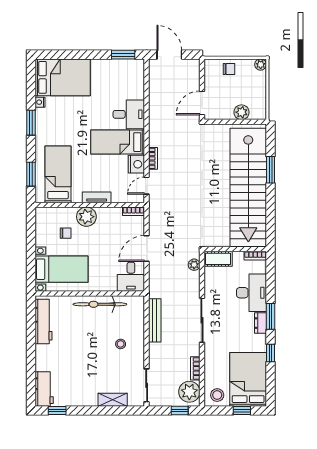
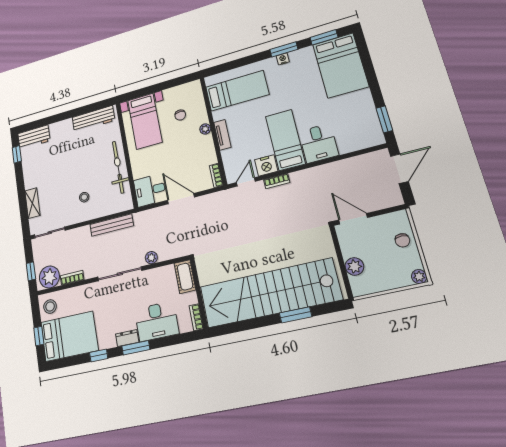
nightstand: (40, 102) -> (283, 59), moved
window: (31, 174) -> (324, 37), moved
door: (147, 186) -> (246, 182), hinge flipped
plant: (86, 217) -> (205, 129), width x0.53, depth x0.53
plant: (194, 265) -> (151, 258), moved

